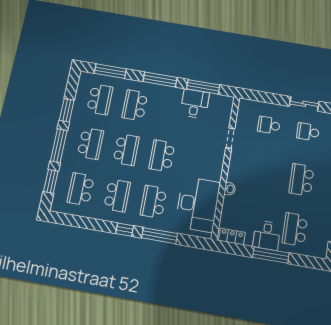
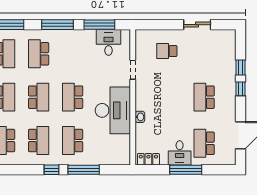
desk: (195, 104) -> (108, 42), moved
school desk: (308, 132) -> (204, 51), removed
desk: (198, 204) -> (113, 110), moved

